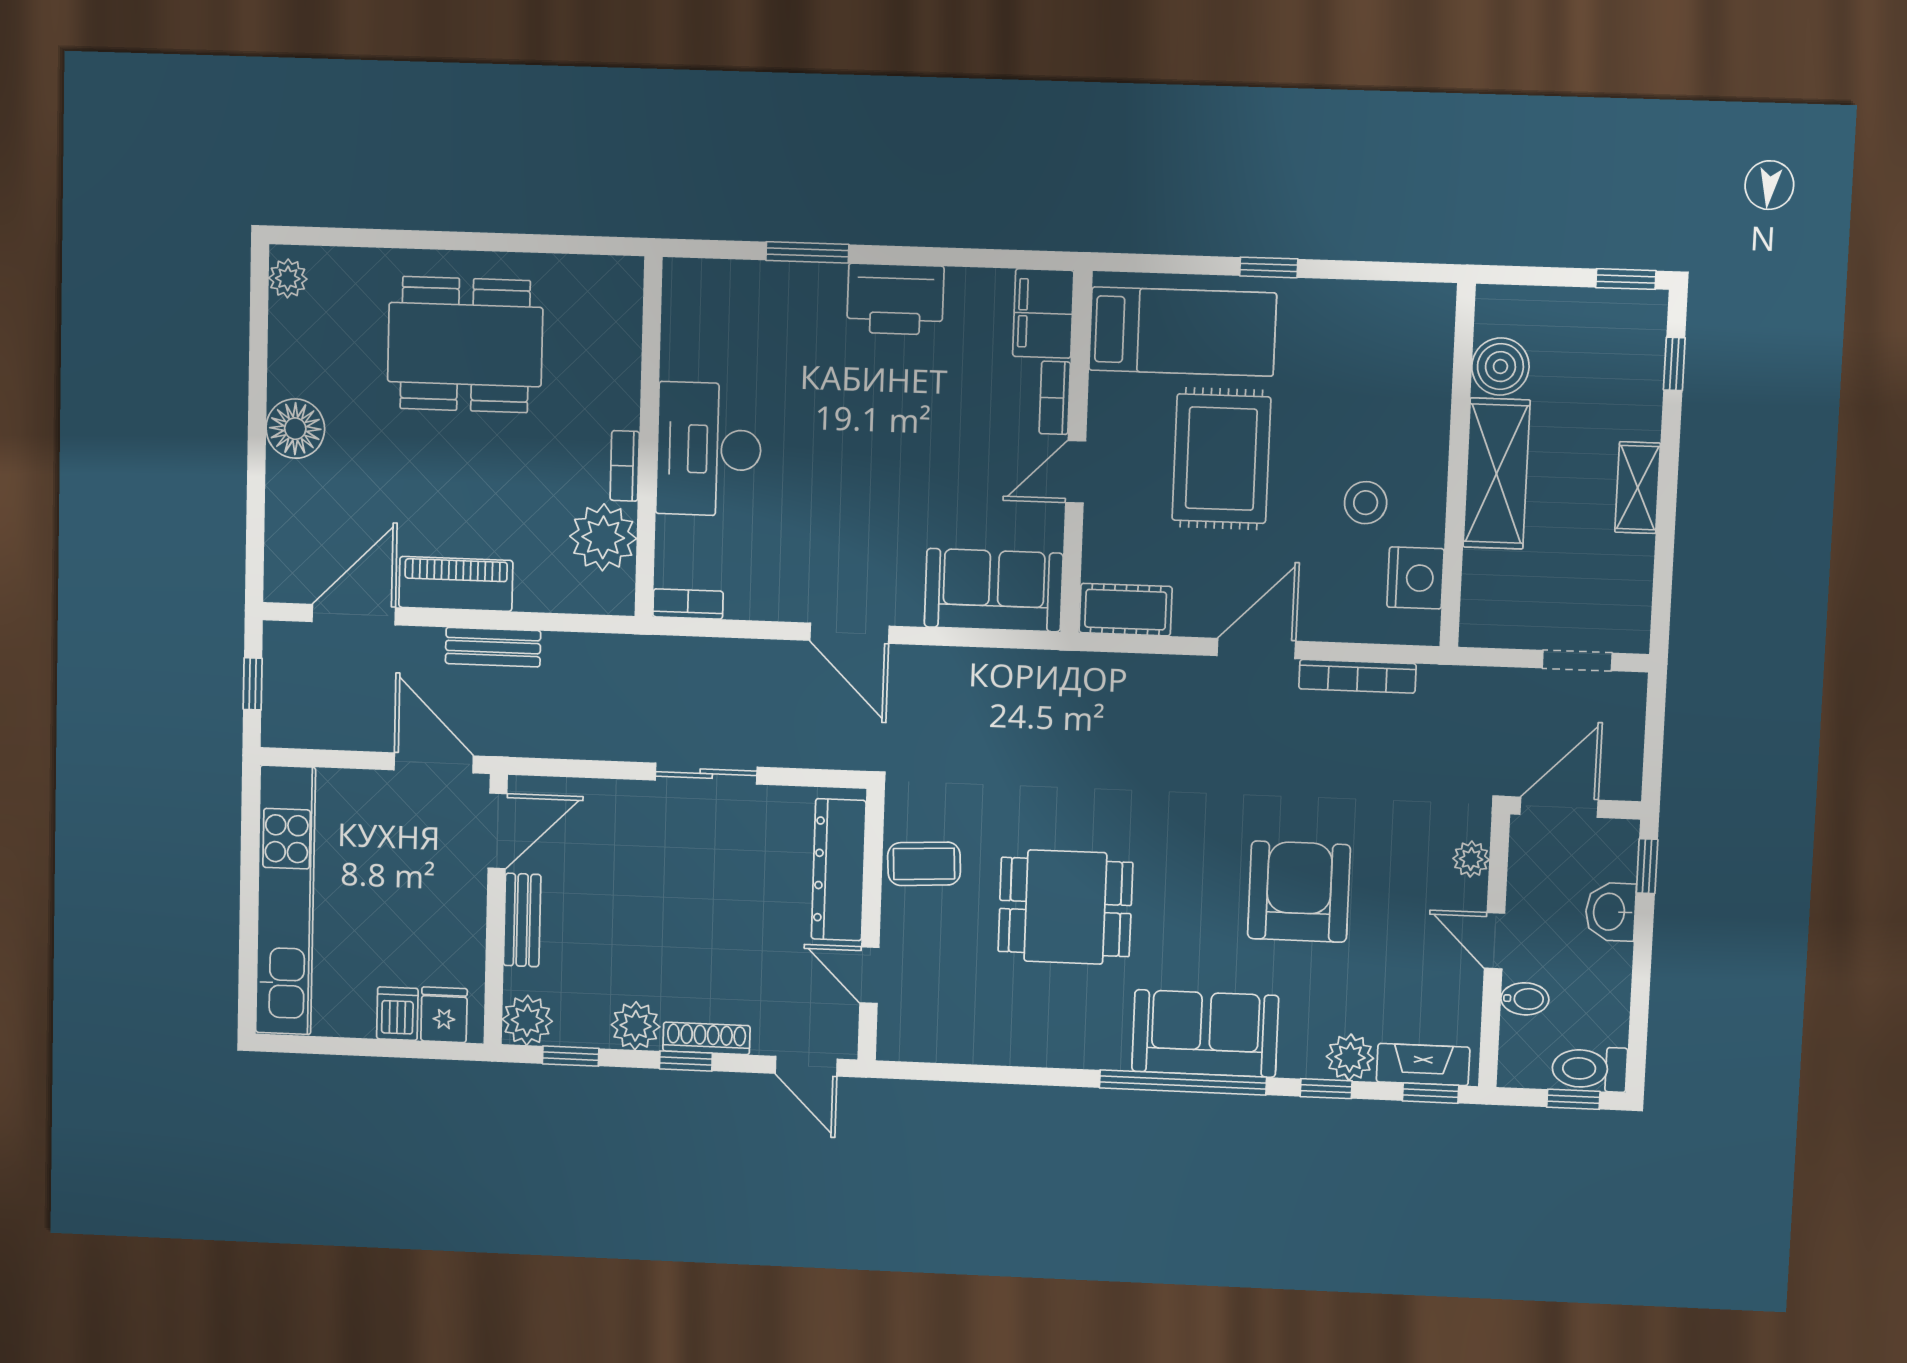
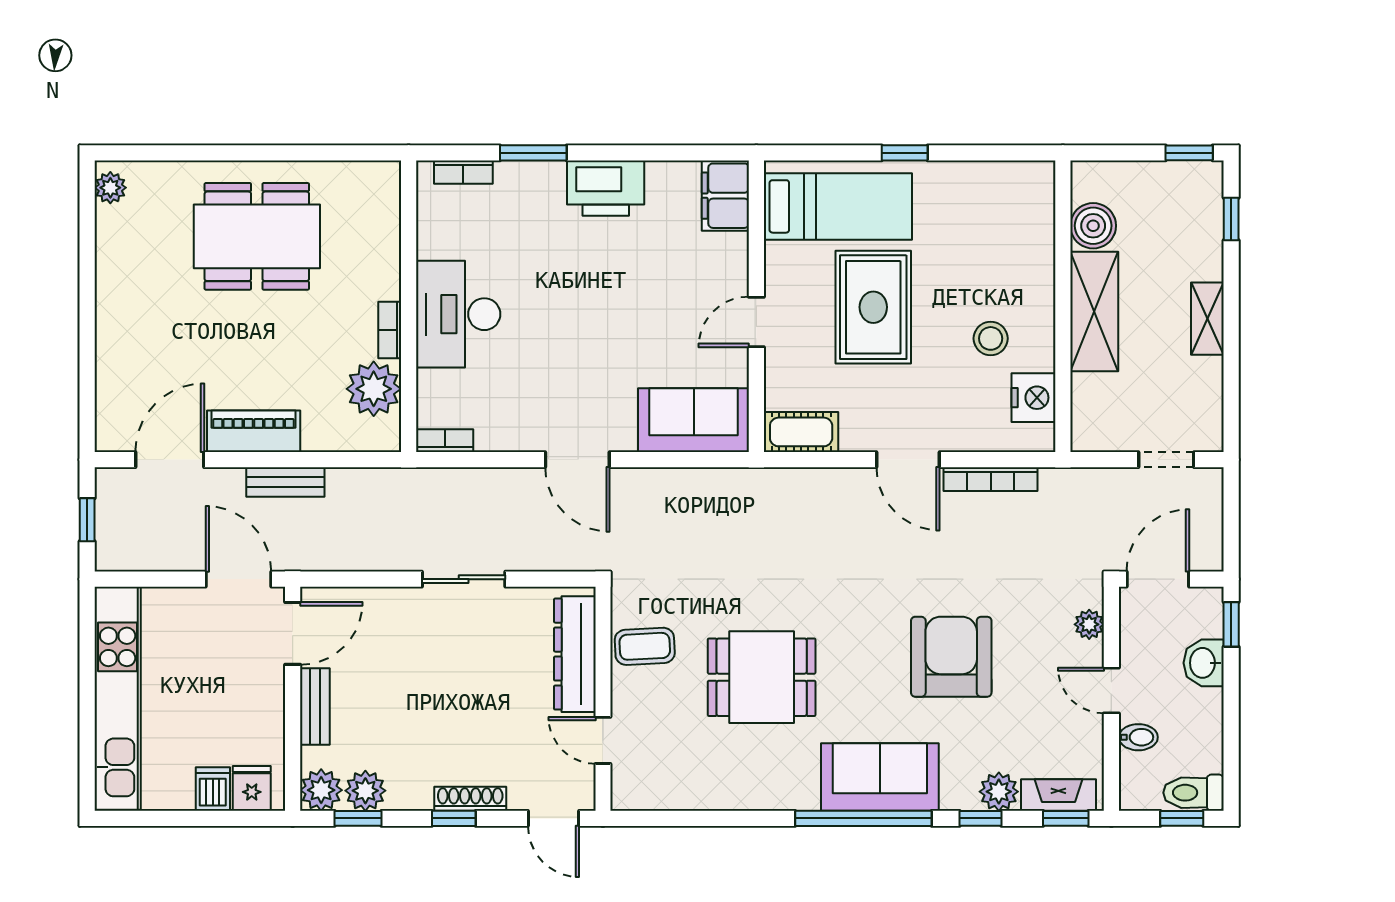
bookcase: (1055, 398) -> (463, 172), moved, turned -90
floor lamp: (295, 429) -> (119, 309), removed
door: (1256, 648) -> (908, 460), swing flipped
plant: (636, 1026) -> (365, 791), moved

